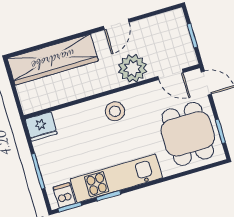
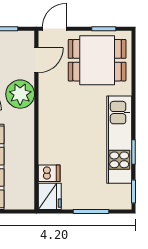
stool: (115, 111) -> (56, 123), removed
dishwasher: (64, 195) -> (49, 173), moved, turned 180

